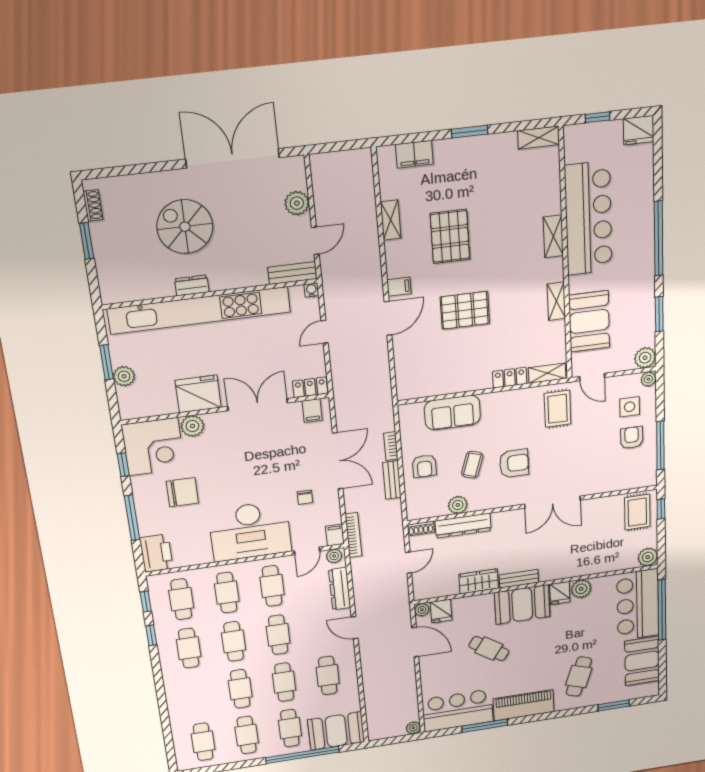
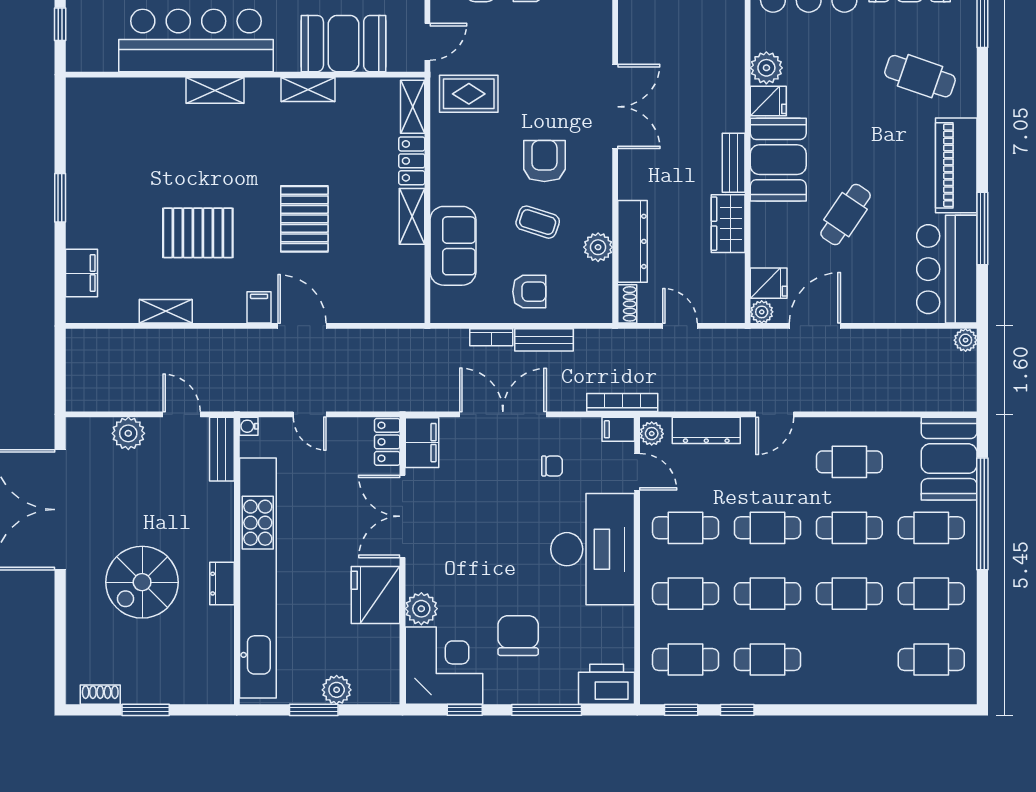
shelving: (539, 138) -> (412, 216), moved
filing cabinet: (312, 411) -> (422, 443), width x2.00

